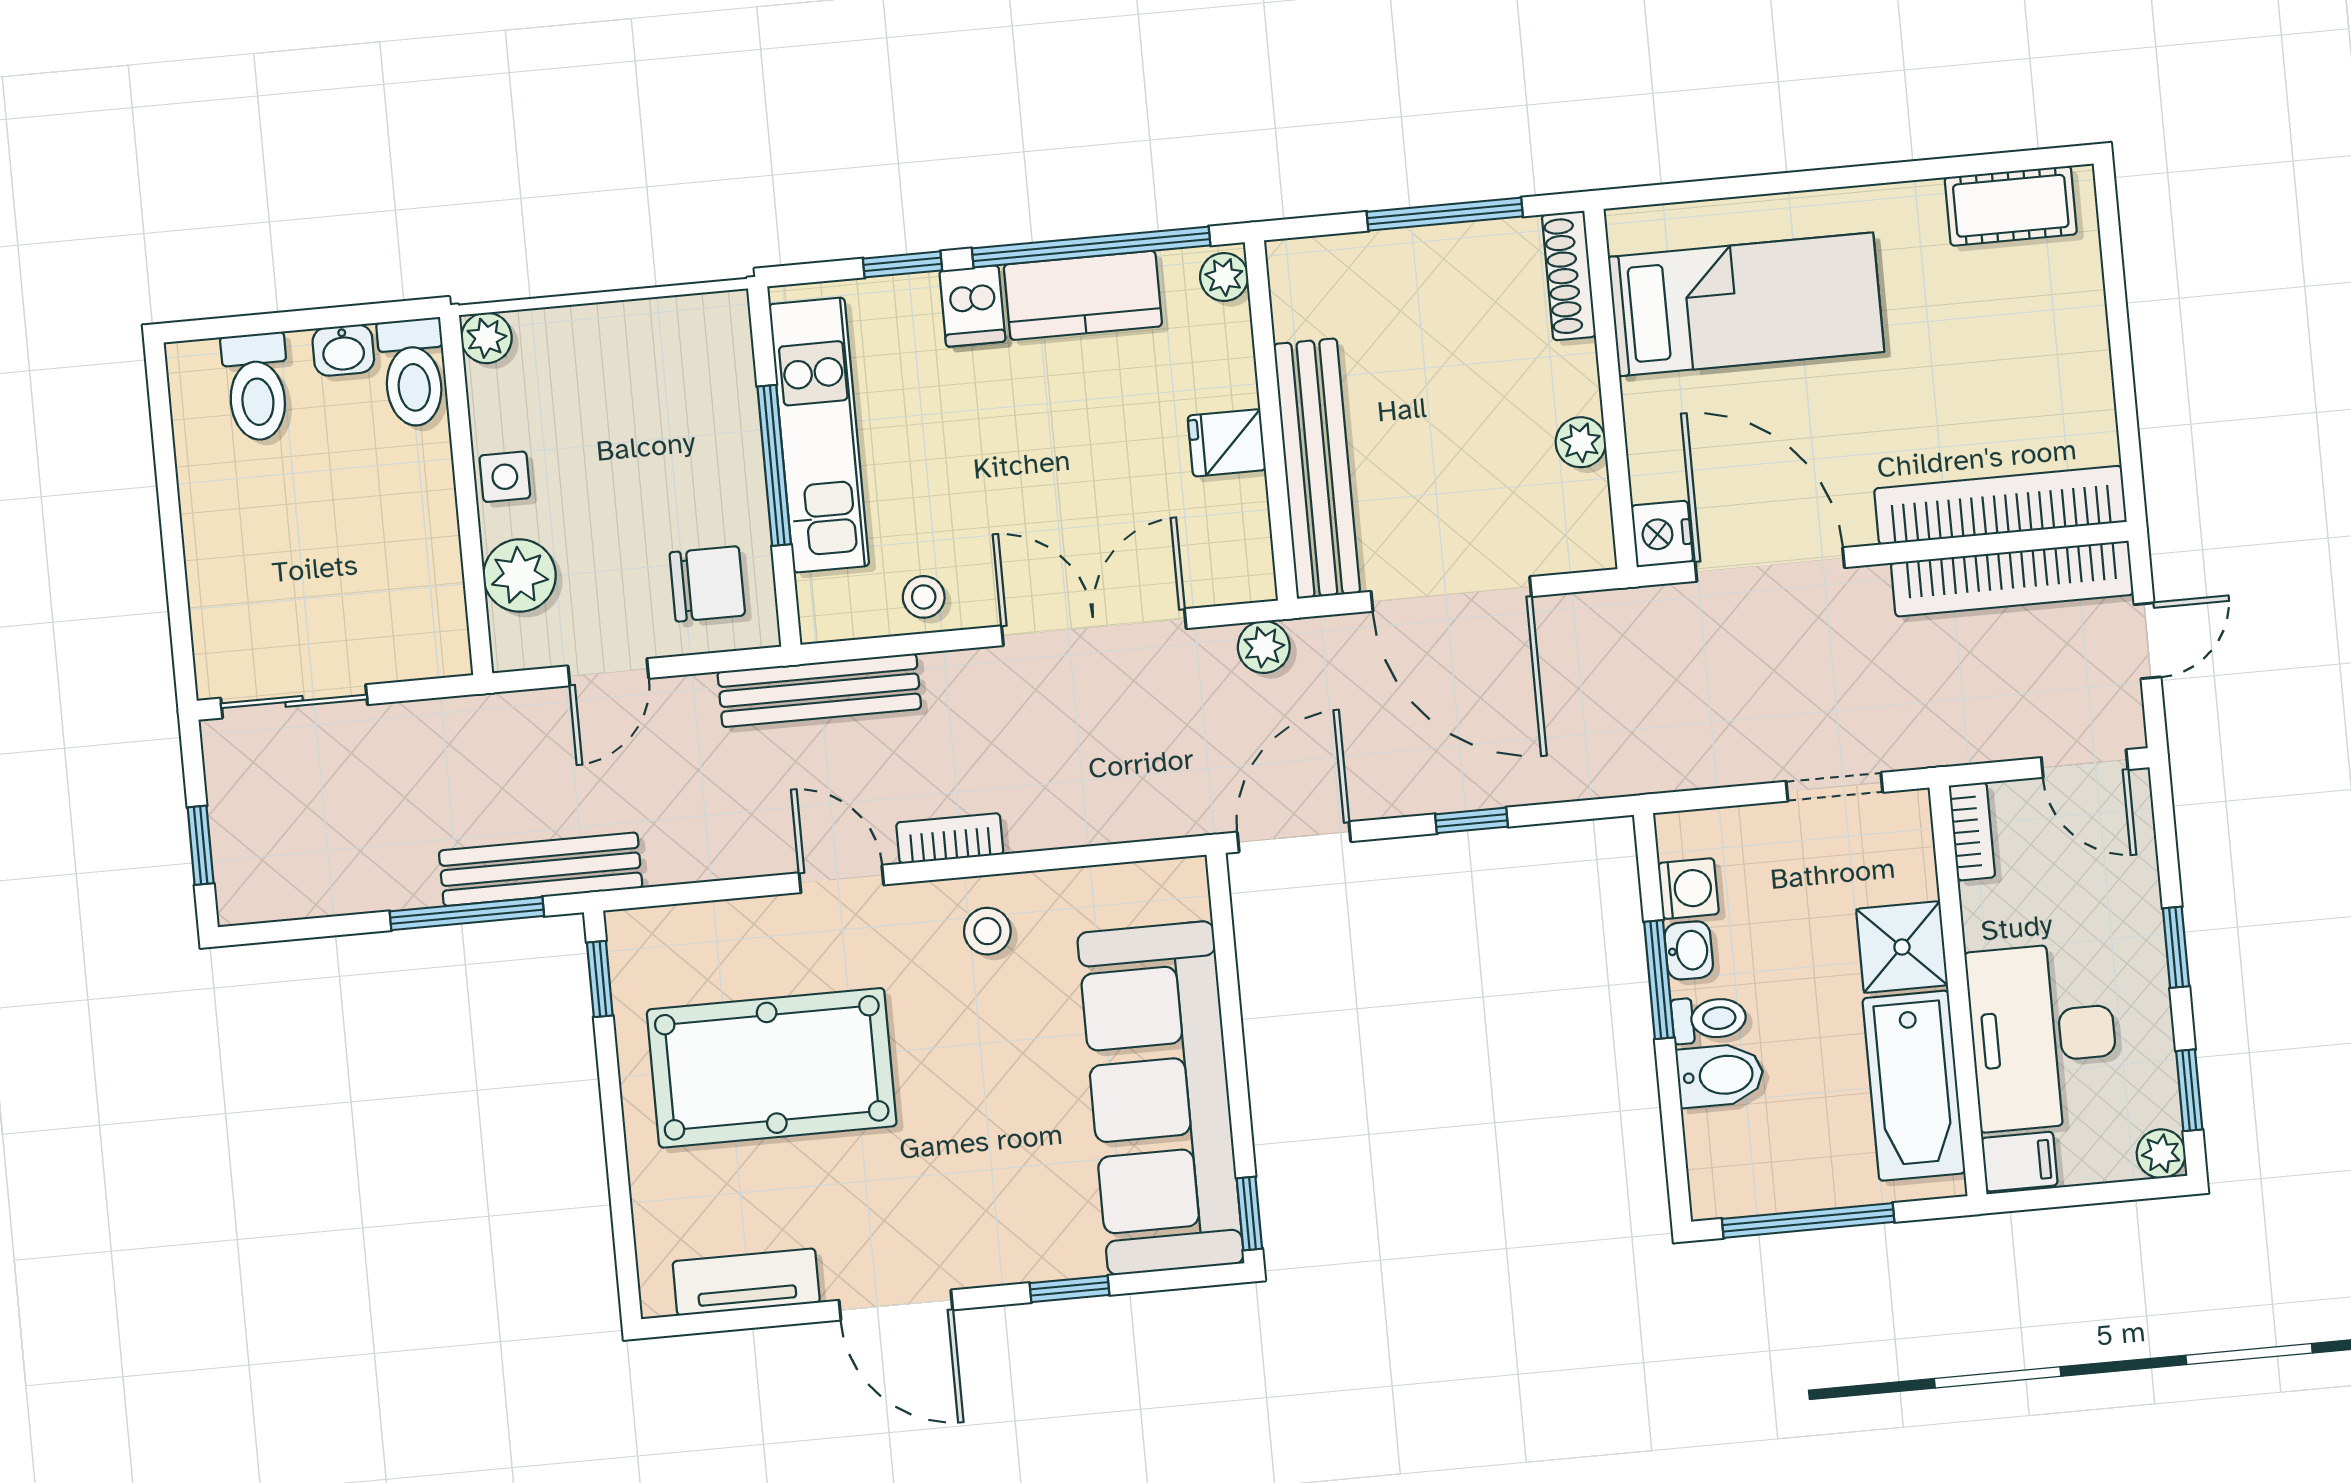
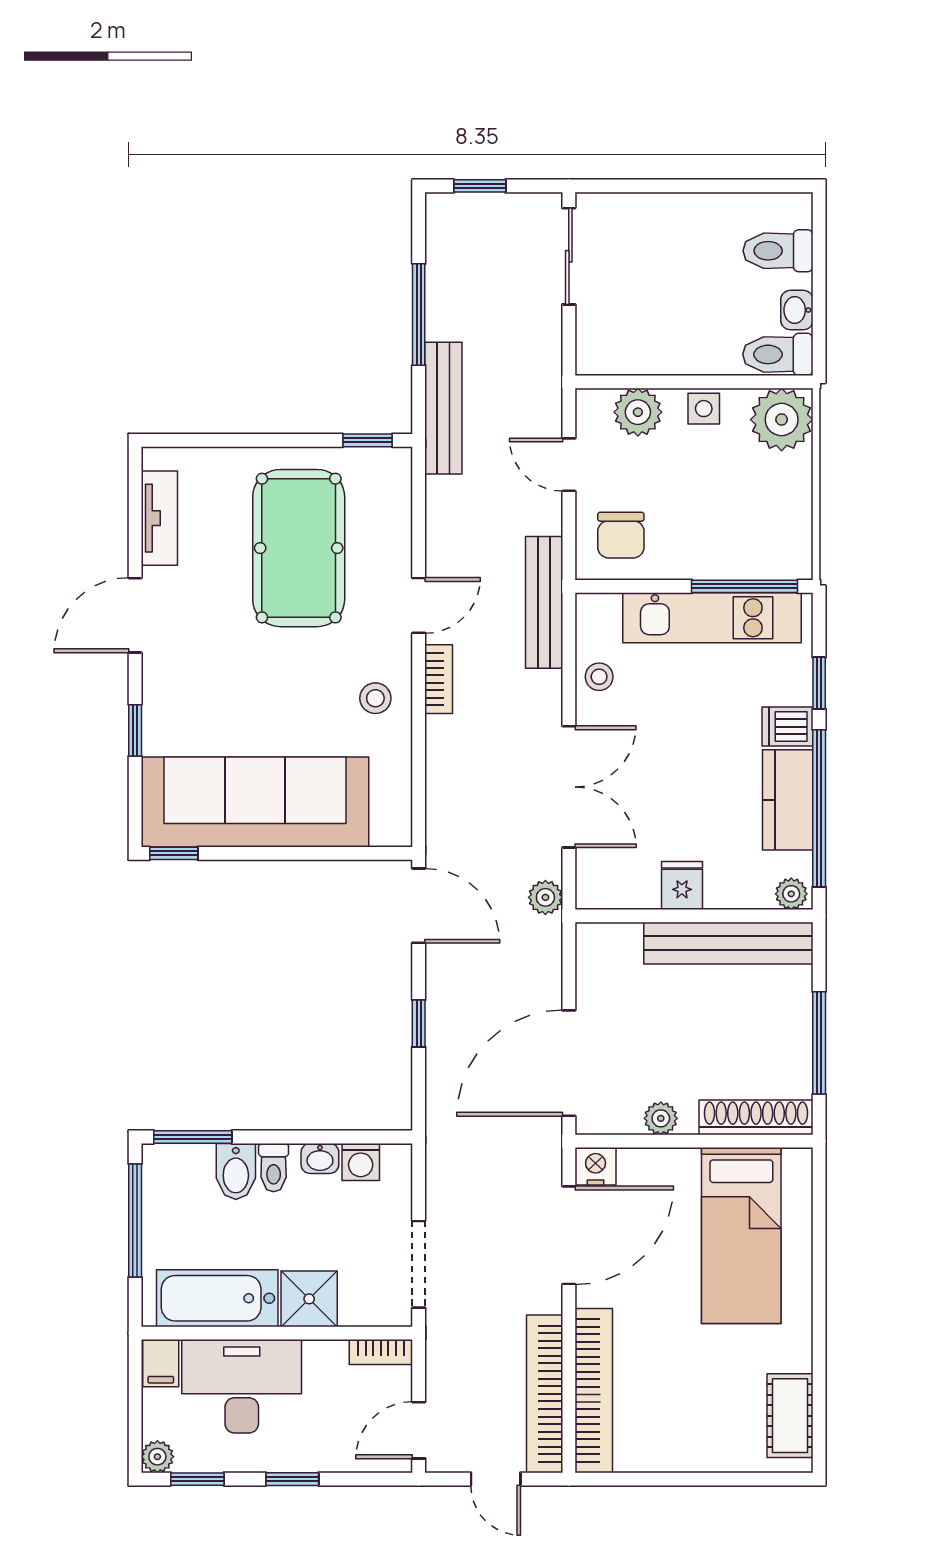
shoe rack: (1569, 276) -> (756, 1117), width x1.36, depth x1.24
plant: (486, 338) -> (782, 420), width x1.87, depth x1.87
window: (774, 465) -> (745, 586), moved
bench: (1317, 469) -> (728, 943), moved
door: (1451, 594) -> (569, 1063), moved
doorway: (1834, 787) -> (419, 1264), width x1.38
window: (467, 914) -> (419, 314), moved
window: (1659, 980) -> (193, 1137), moved

